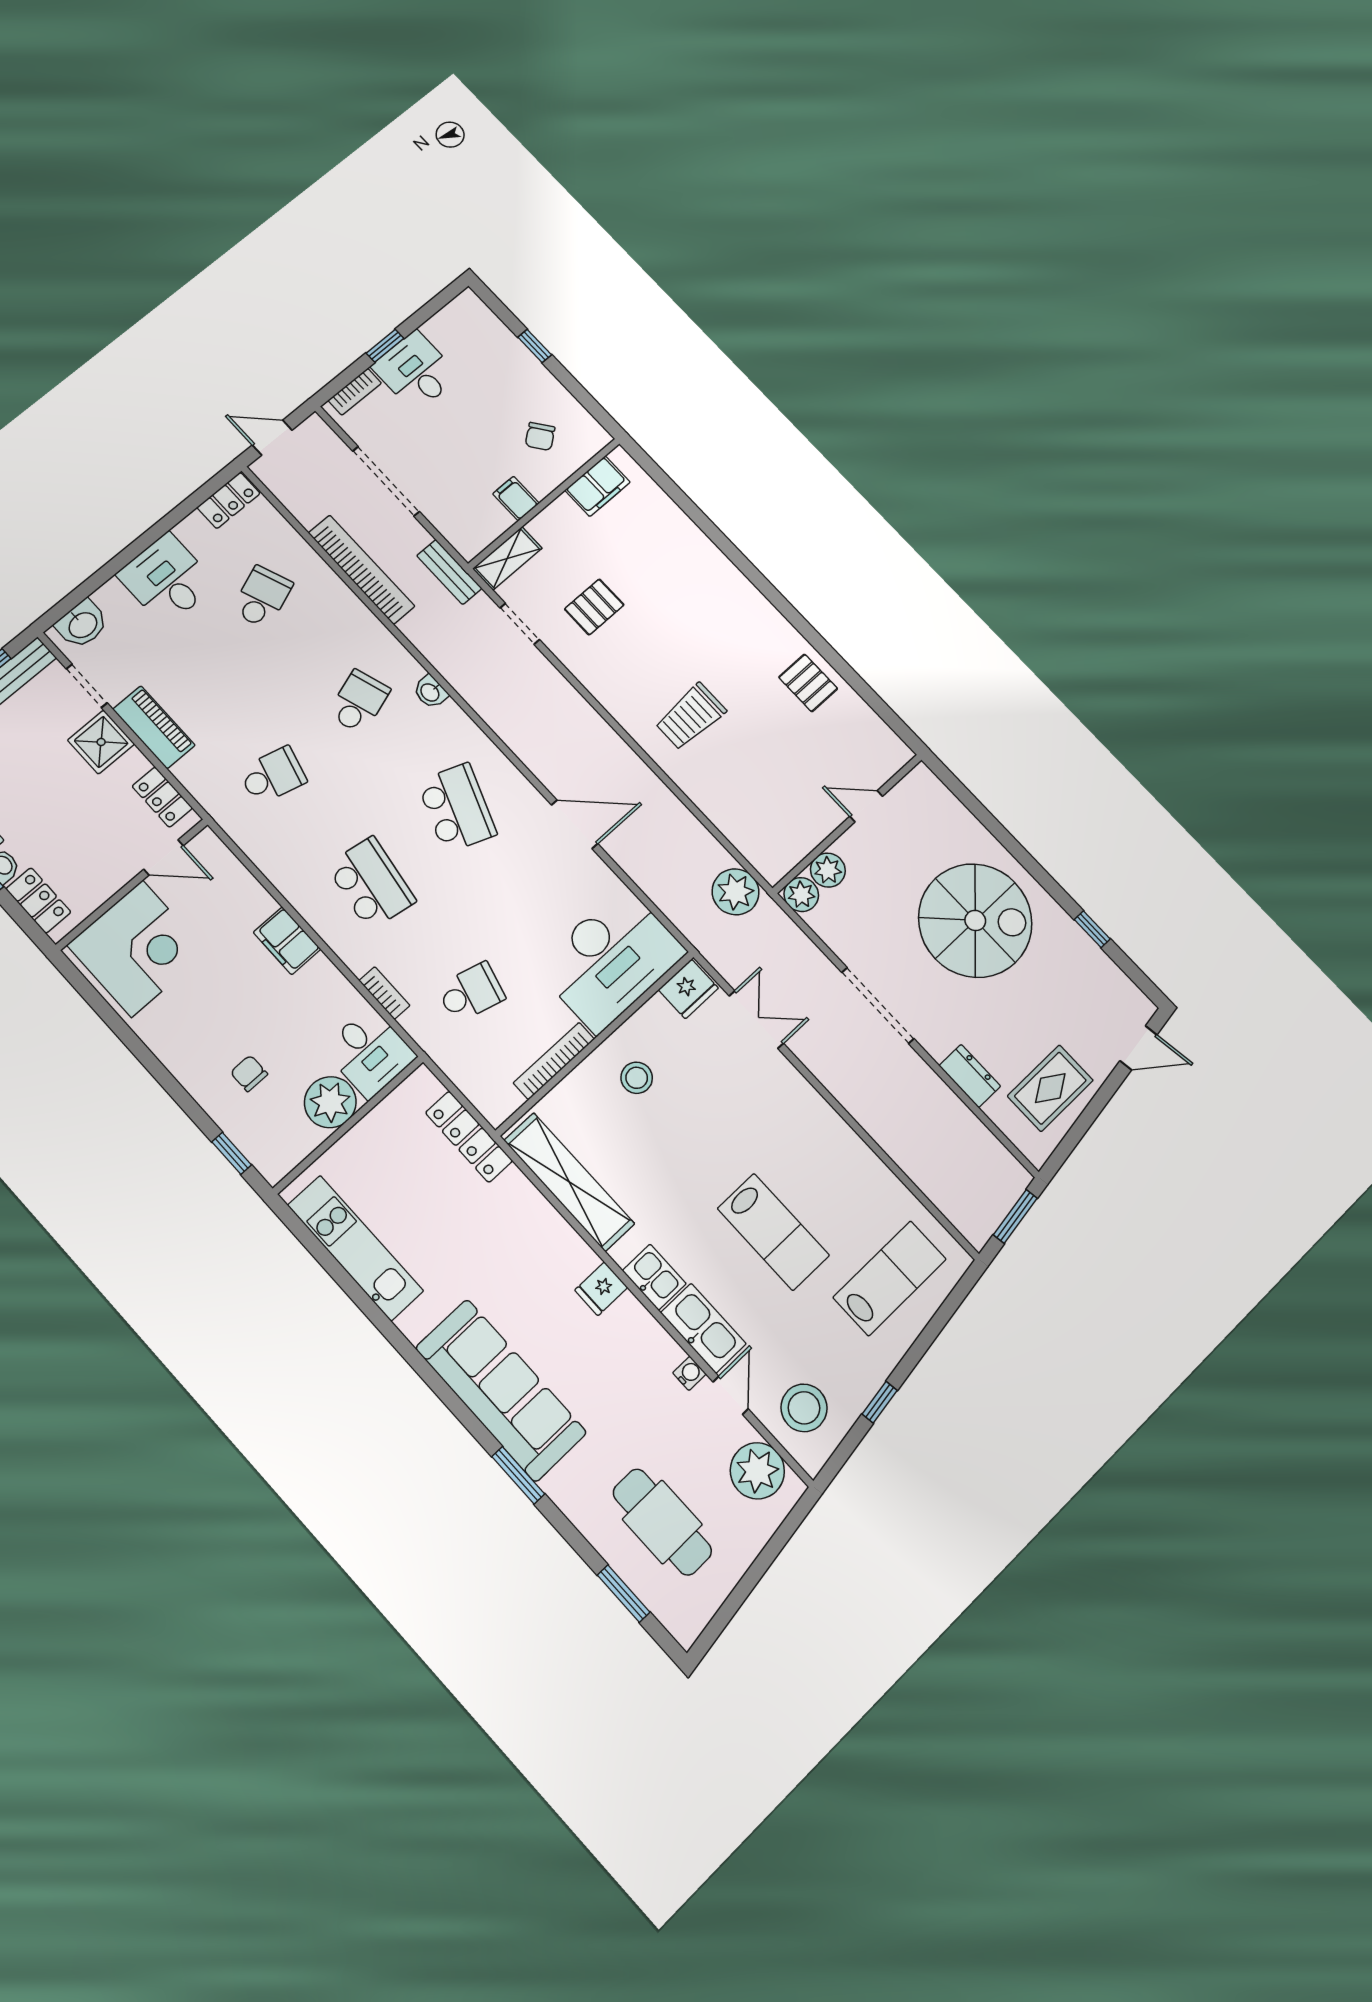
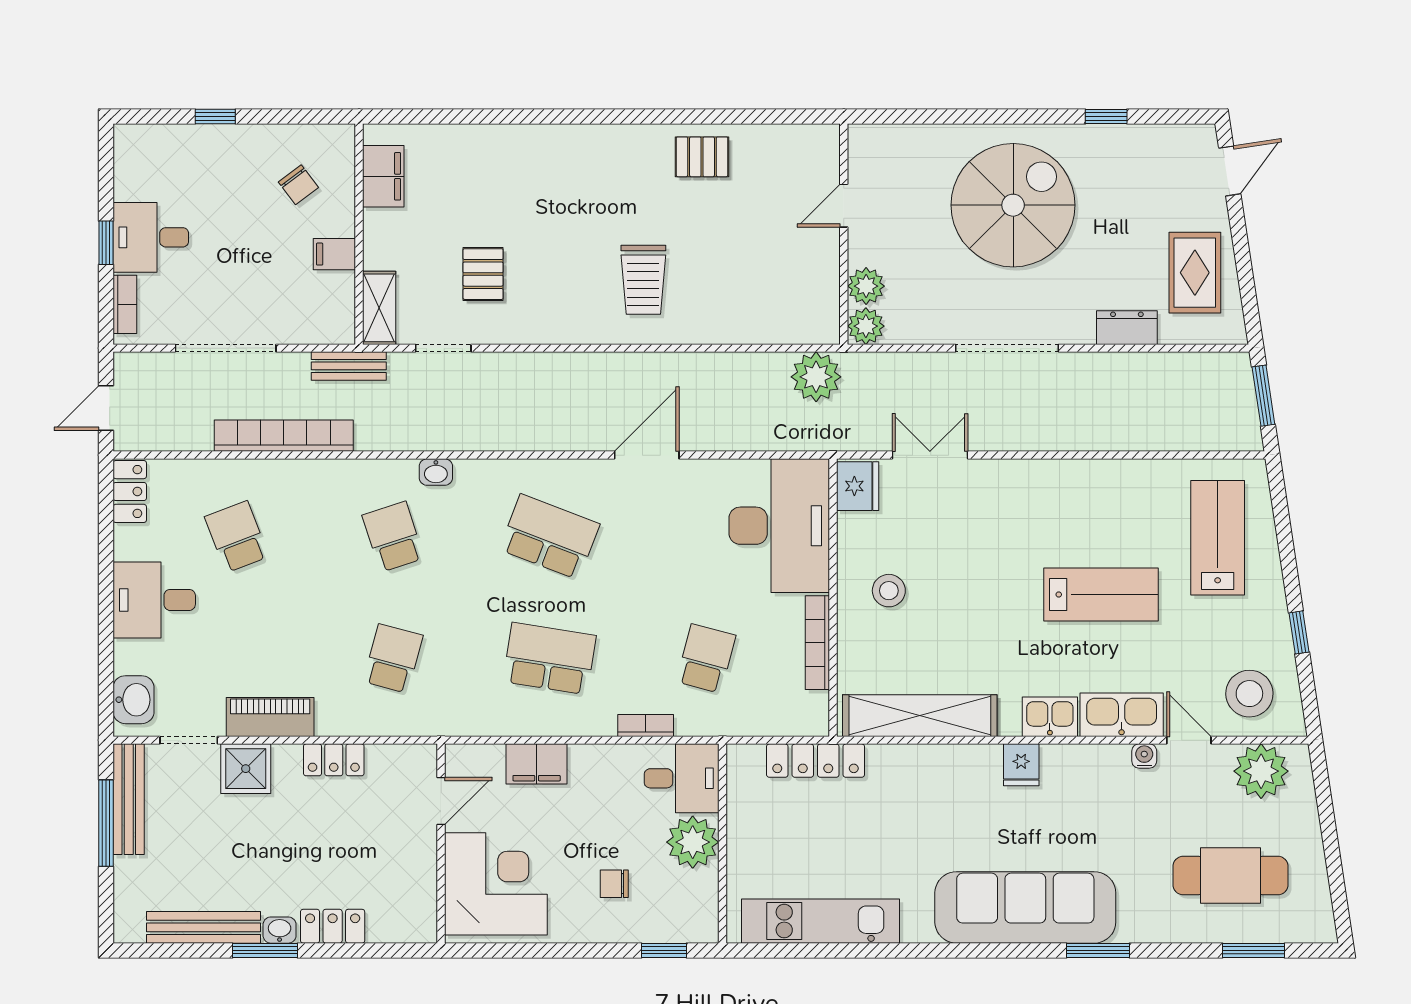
door: (164, 857) -> (441, 801), moved
wall: (132, 884) -> (441, 844), moved
corner desk: (137, 948) -> (496, 884), moved

